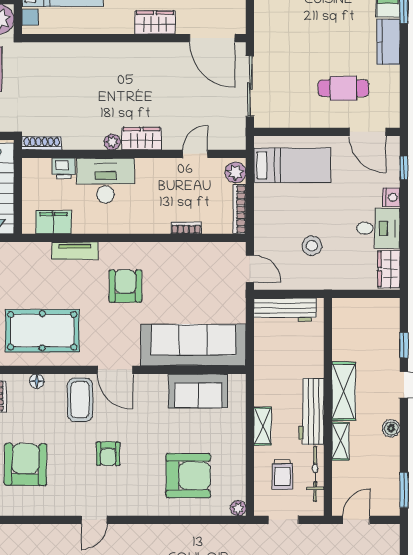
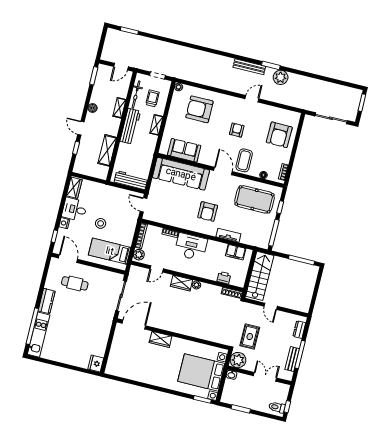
door: (212, 38) -> (134, 324), hinge flipped
desk: (105, 180) -> (191, 247), moved, turned 180
stool: (312, 246) -> (101, 223), moved
shelving: (344, 391) -> (107, 150), moved

